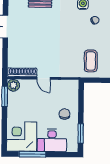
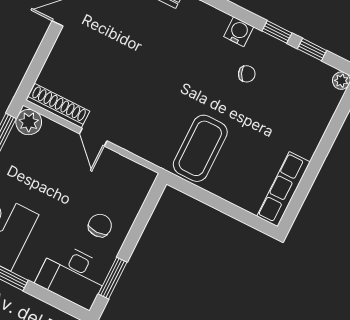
coffee table: (91, 61) -> (200, 148), width x1.36, depth x1.32
desk: (52, 140) -> (73, 275), moved

